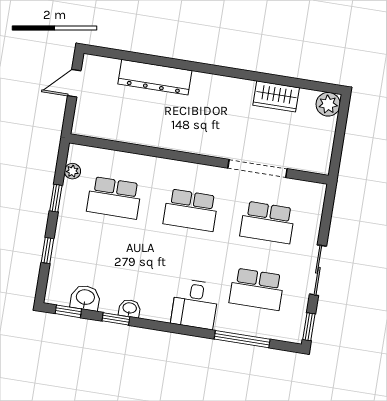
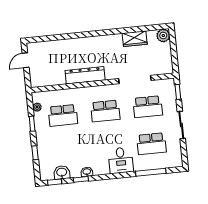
dresser: (155, 77) -> (85, 75), moved, turned 180
window: (309, 327) -> (178, 92), moved

